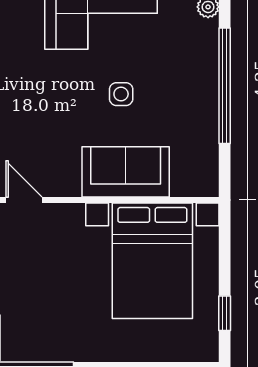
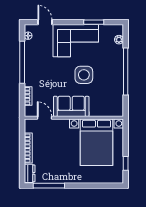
side table: (121, 94) -> (84, 75), width x1.87, depth x1.87
sofa: (126, 172) -> (71, 106), moved

